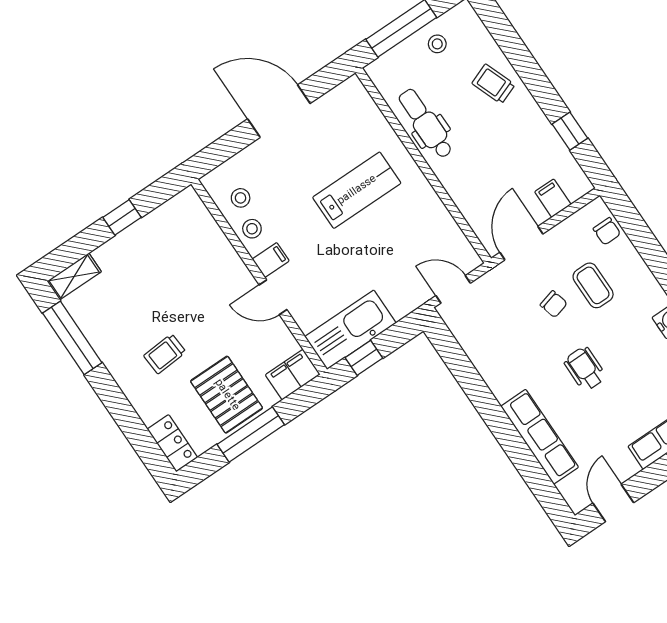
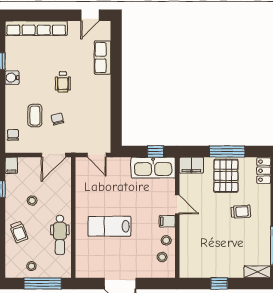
stool: (506, 148) -> (32, 201), added
filing cabinet: (553, 198) -> (11, 165), moved
row of seats: (540, 437) -> (102, 58), width x0.68

